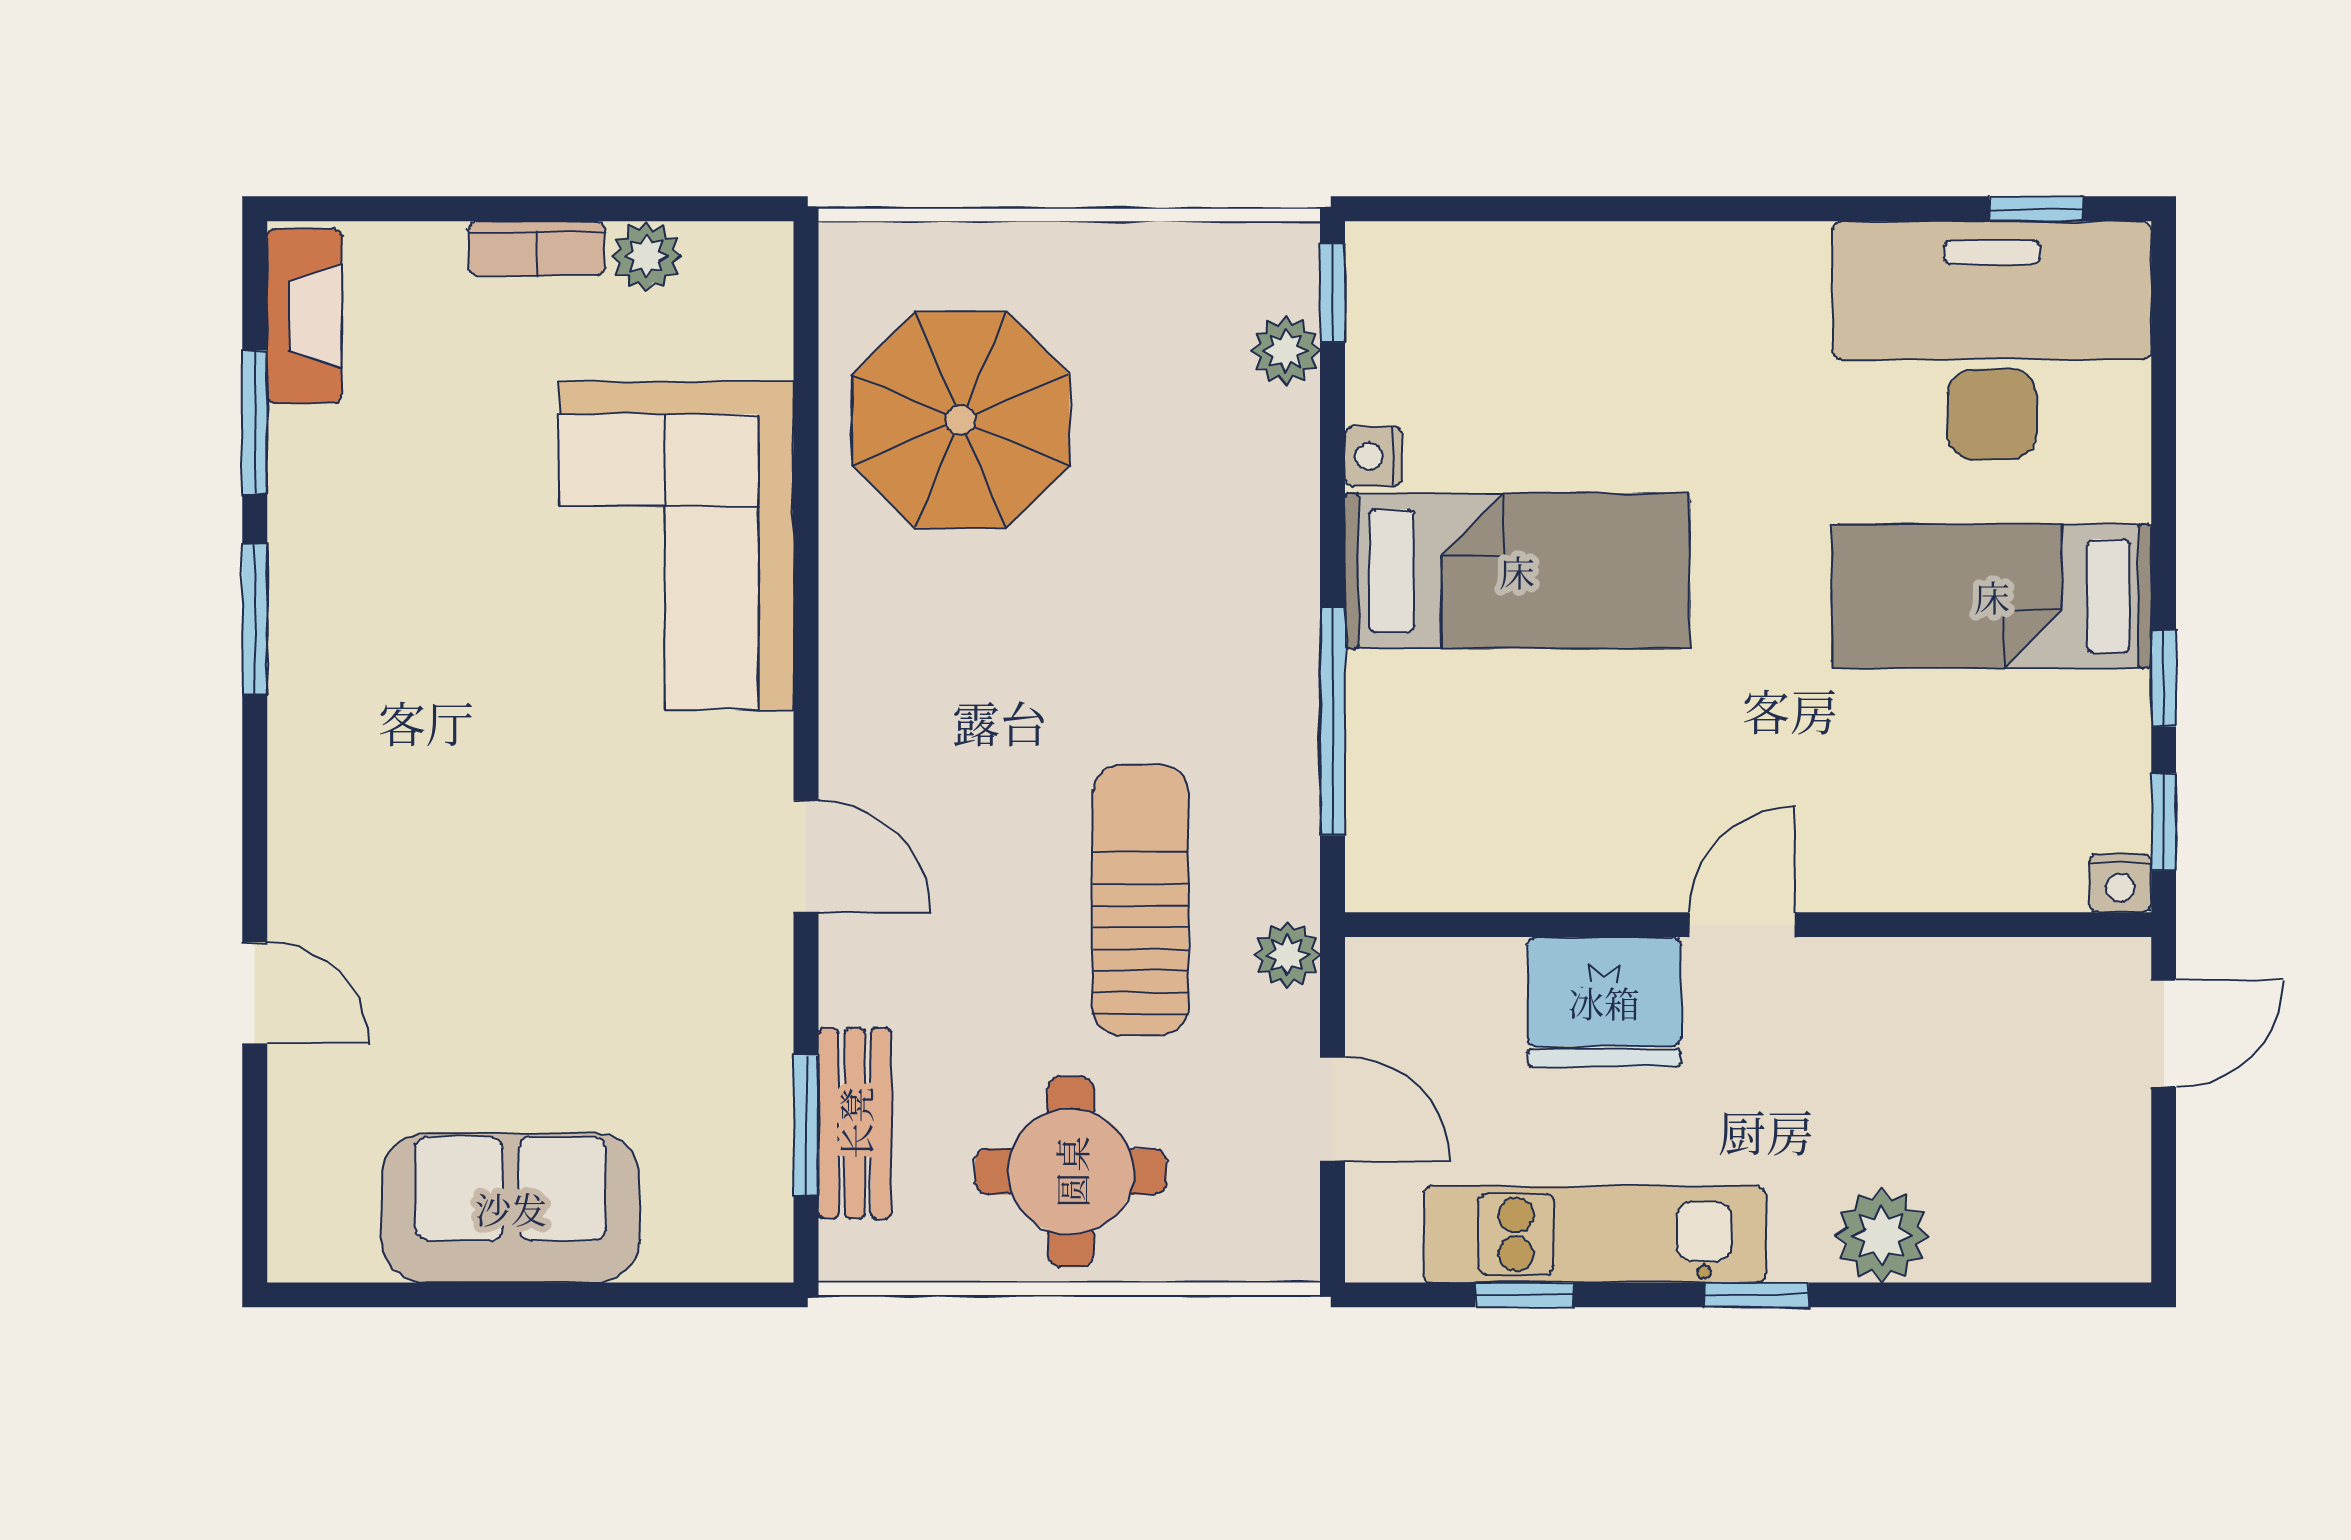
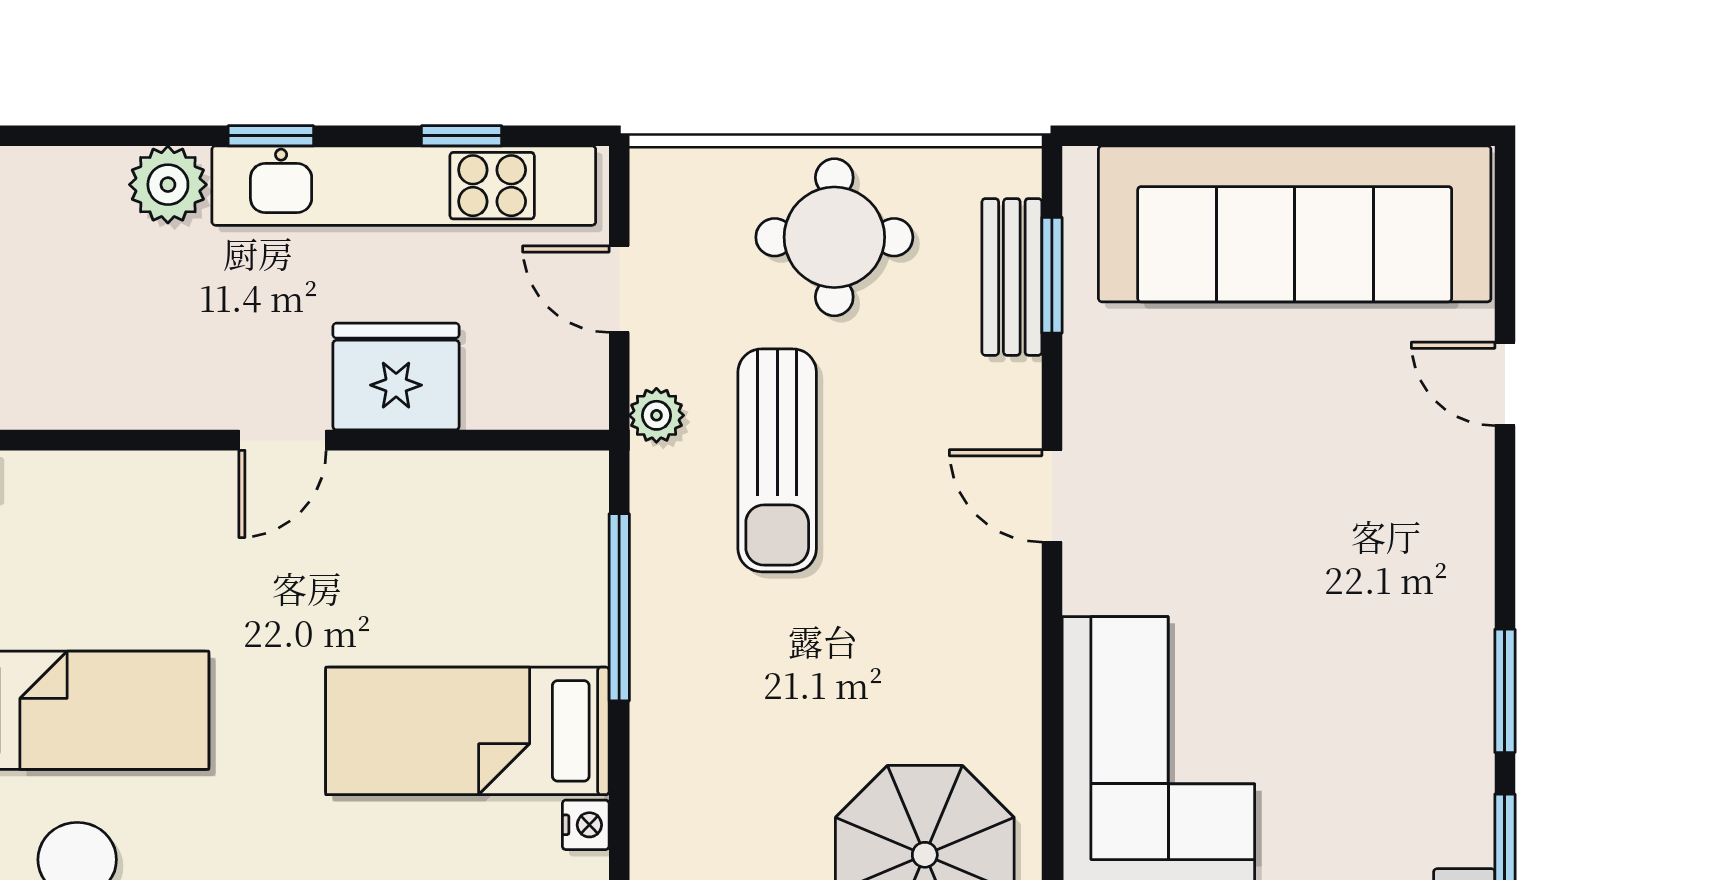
sofa: (511, 1208) -> (1295, 224), width x1.85, depth x1.27
kitchen unit: (1595, 1234) -> (404, 186), width x1.36

